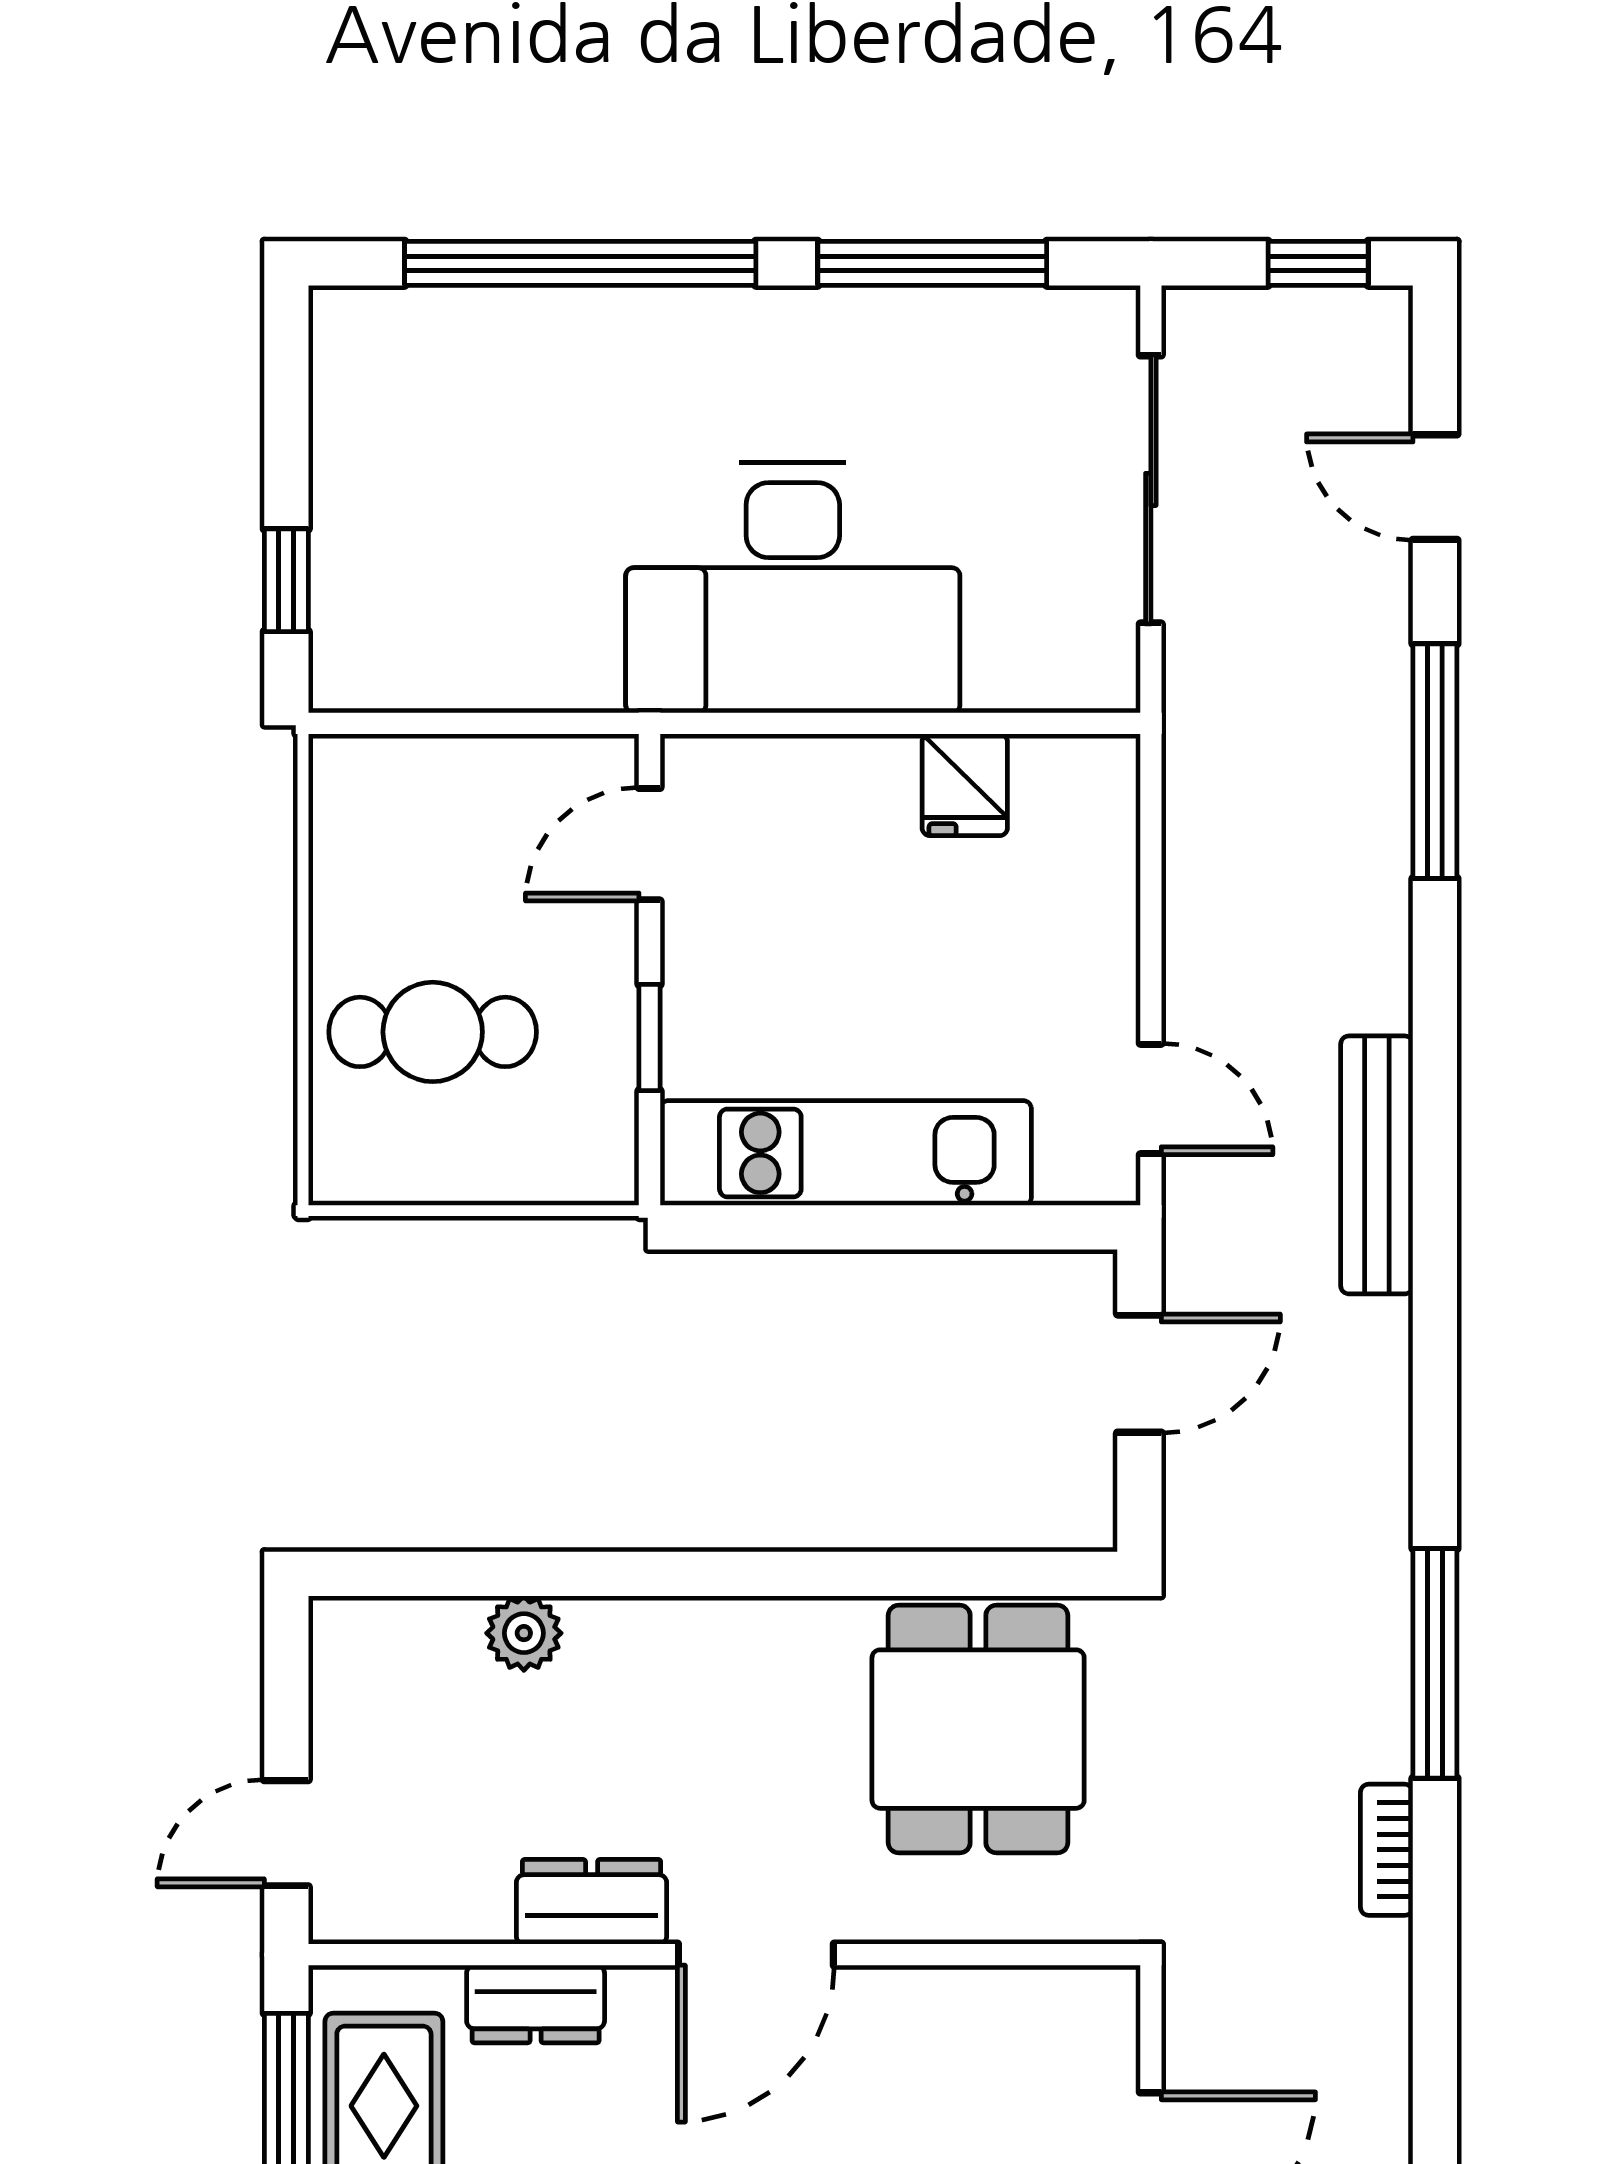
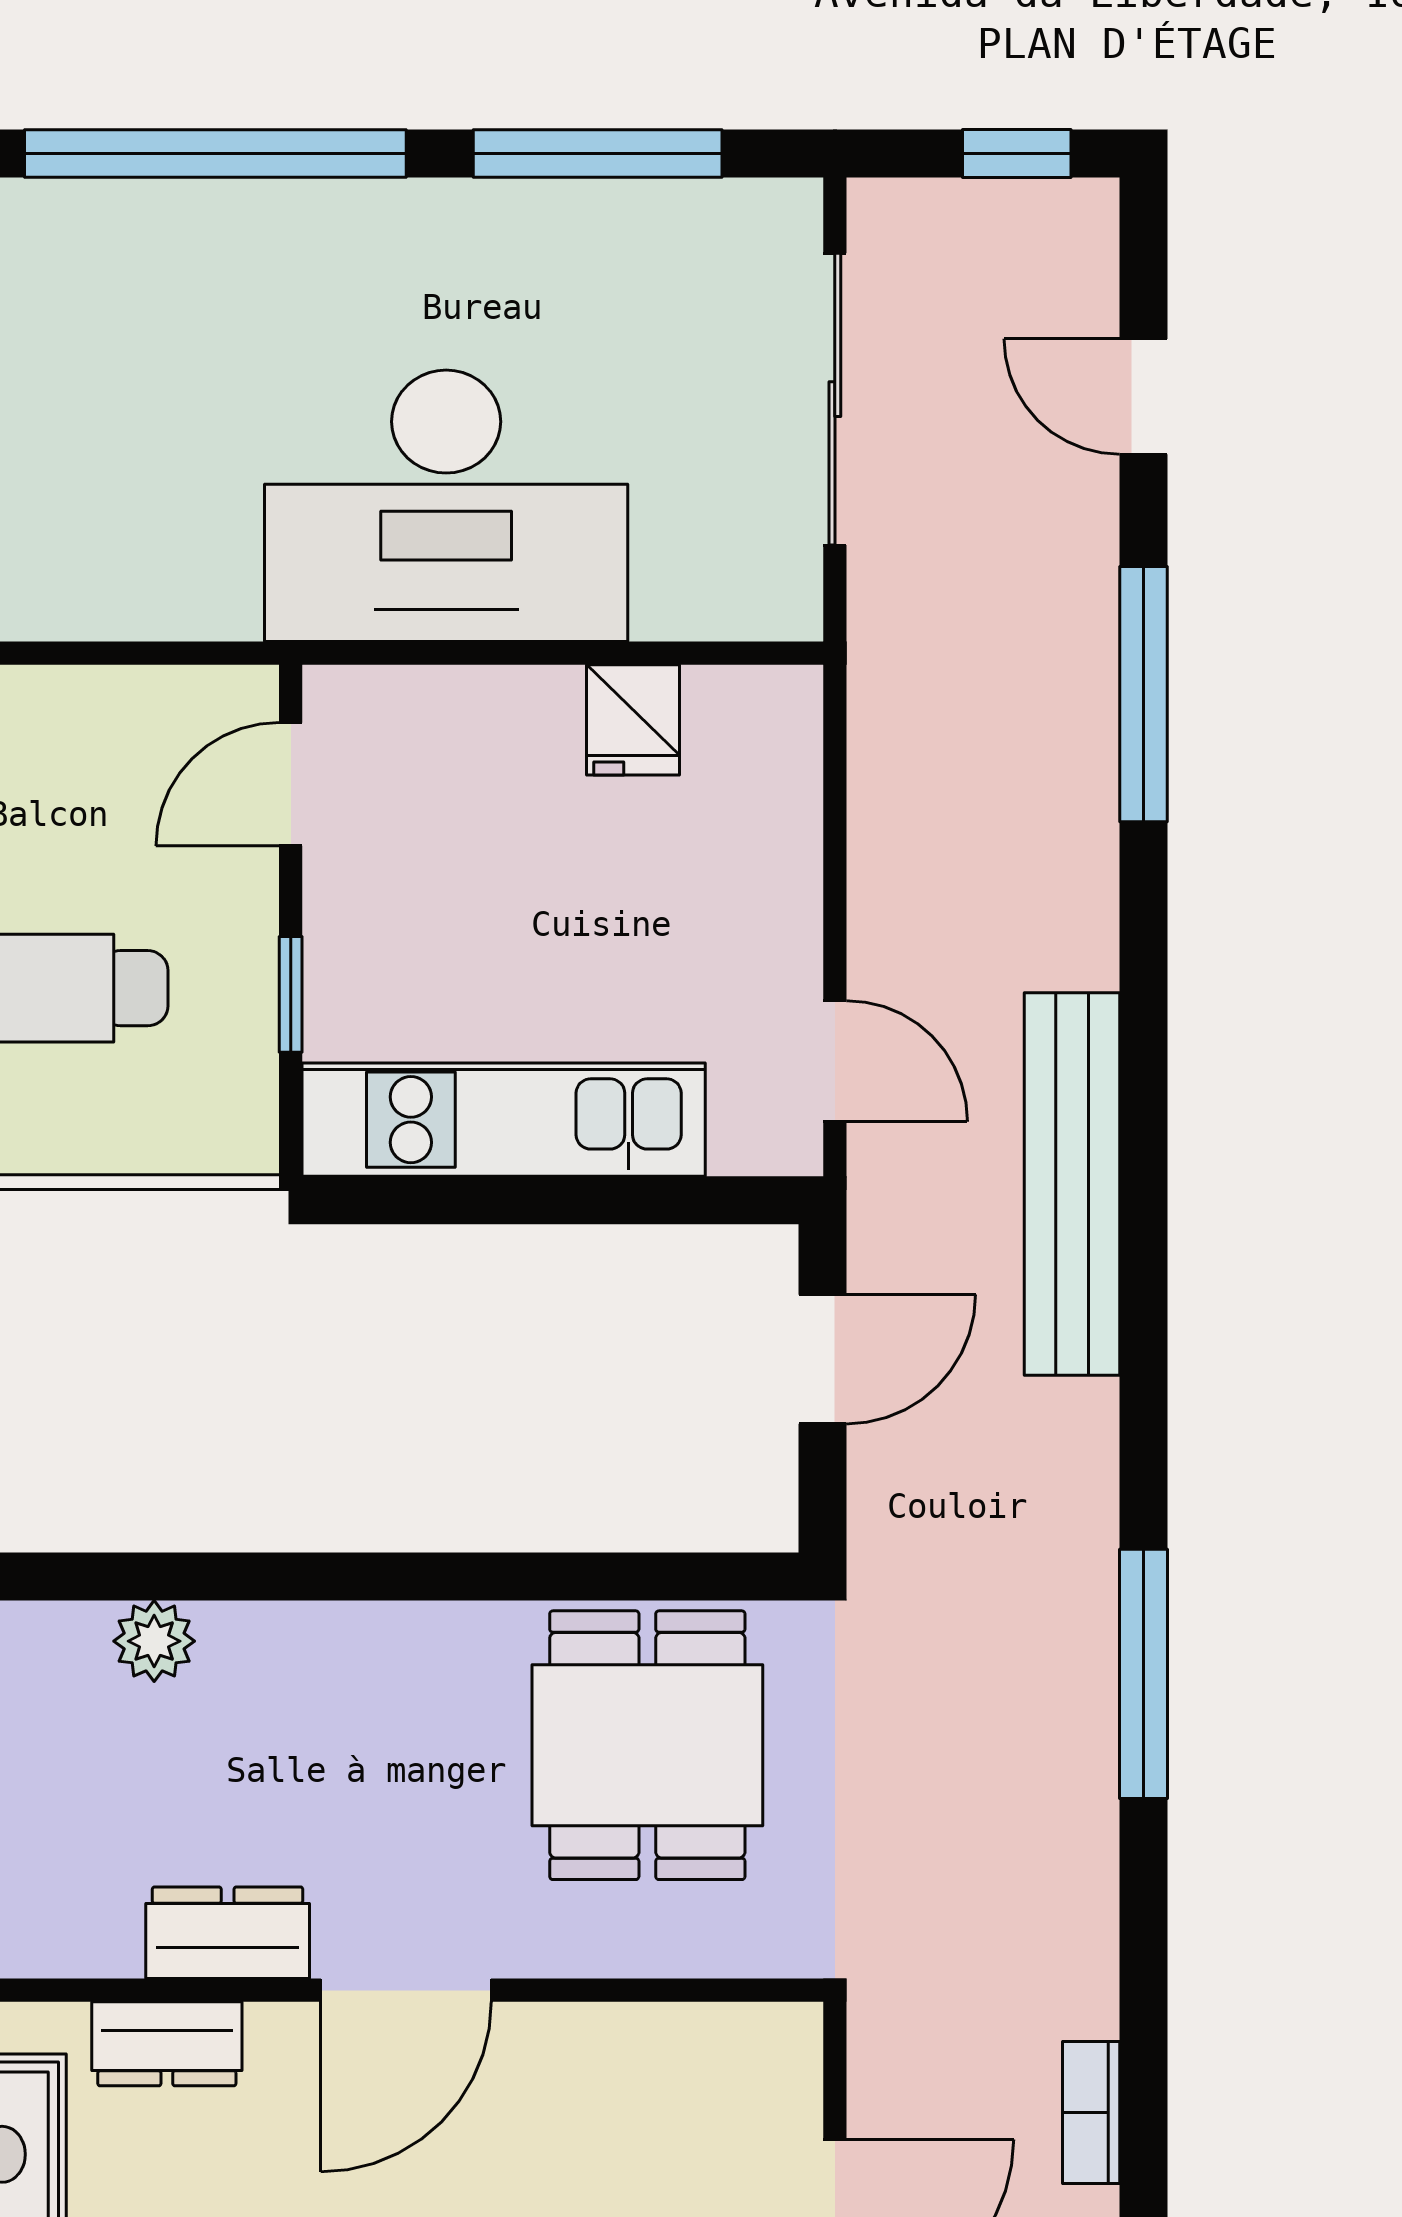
bench: (1377, 1165) -> (1072, 1184), width x1.37, depth x1.21
bookcase: (1387, 1850) -> (1091, 2113), moved

